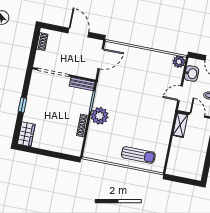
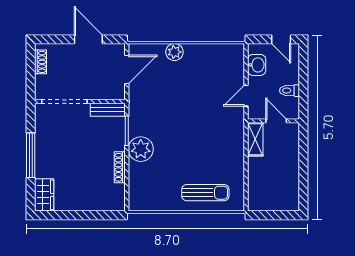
plant: (179, 62) -> (174, 52), moved
window: (22, 105) -> (31, 155), width x2.17

